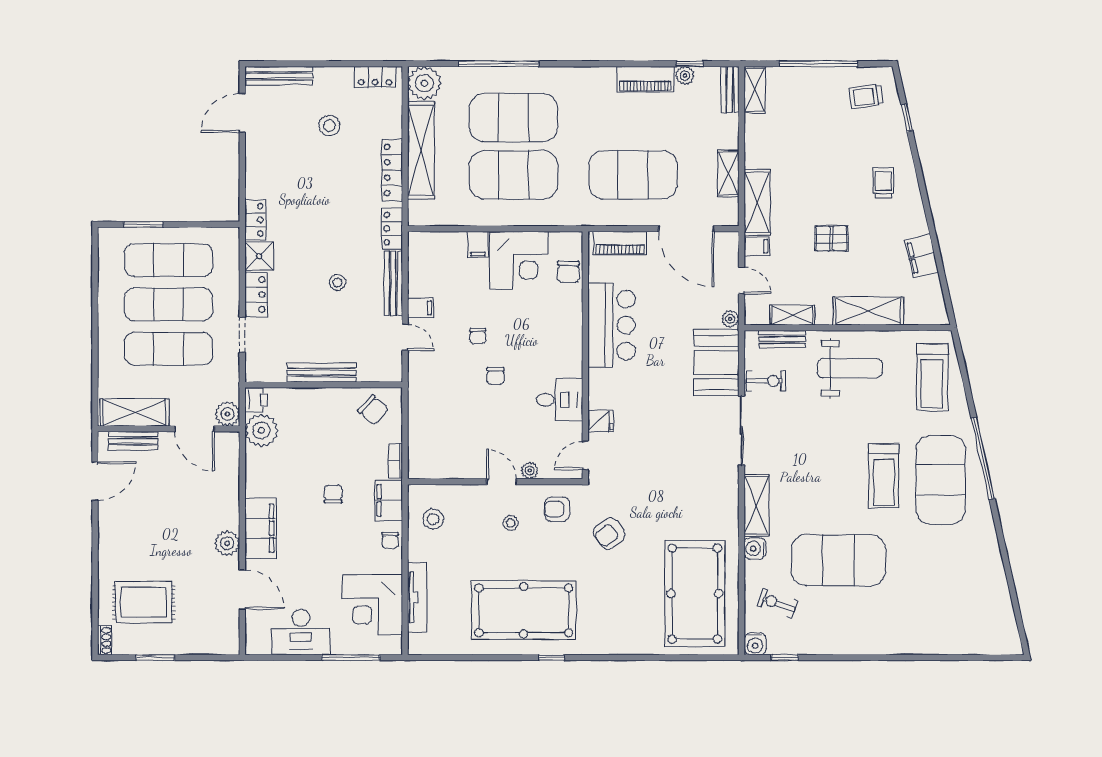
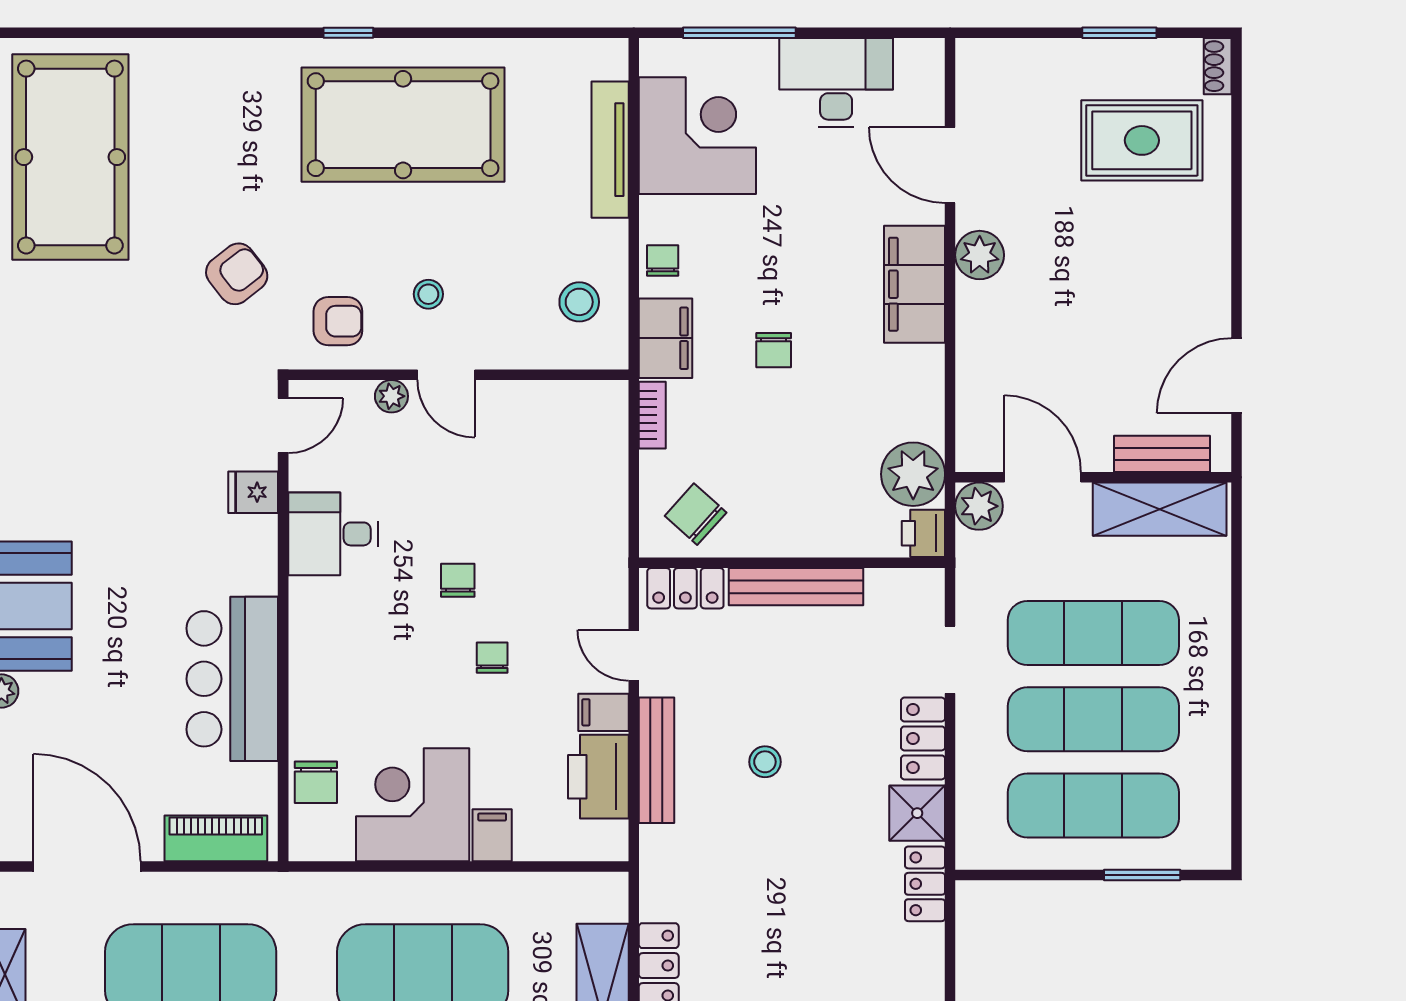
locker: (392, 229) -> (685, 588), moved, turned 90
chair: (568, 272) -> (316, 782), turned 180
printer: (423, 275) -> (598, 777), added

